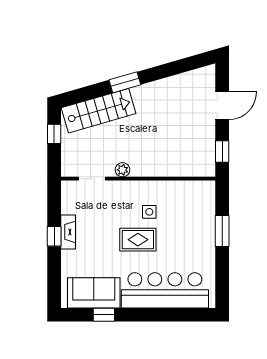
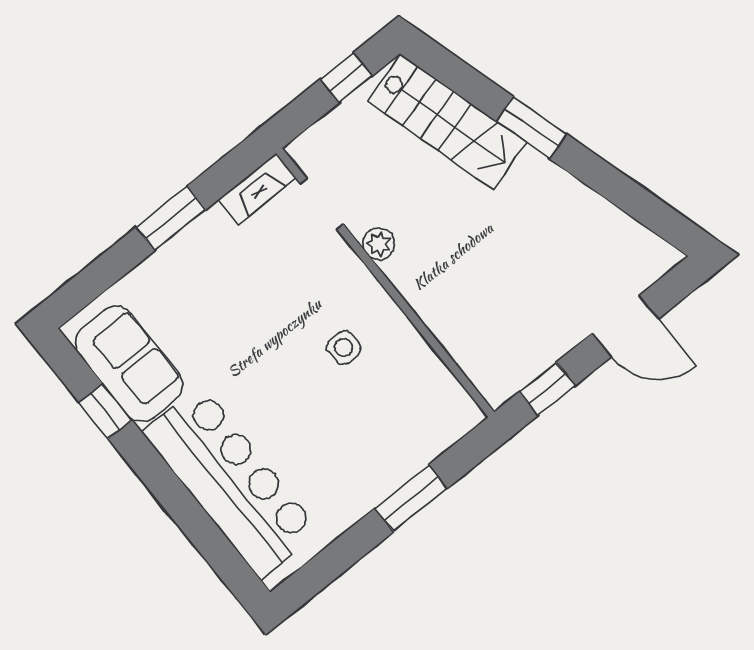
fireplace: (68, 232) -> (257, 189), moved
window: (54, 236) -> (171, 218), width x1.50
rug: (138, 240) -> (281, 366), removed

